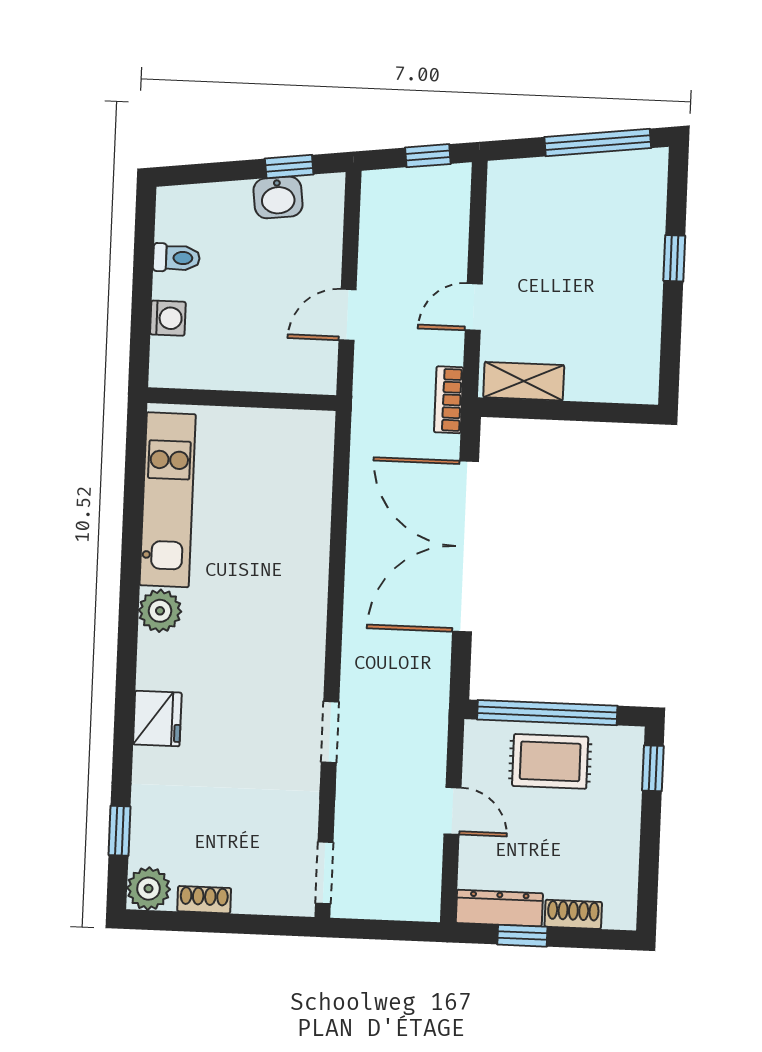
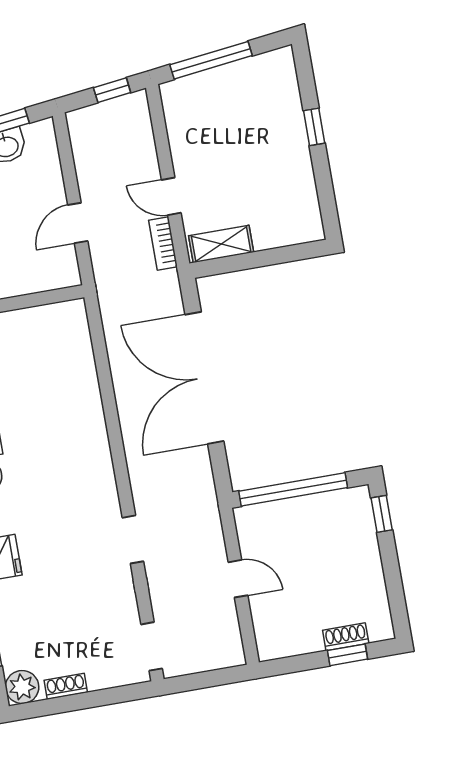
window: (598, 142) -> (211, 60), moved
door: (474, 307) -> (171, 196), hinge flipped
bookcase: (449, 400) -> (163, 243), moved
rug: (550, 761) -> (303, 526), removed
dresser: (499, 908) -> (289, 644), removed
window: (522, 936) -> (347, 655), moved

